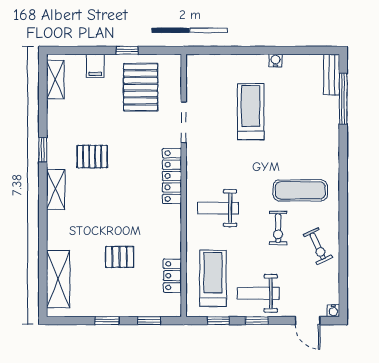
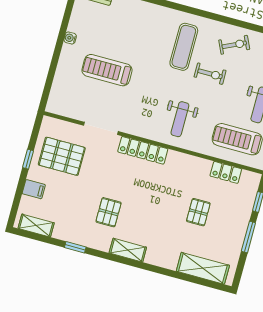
window: (43, 150) -> (75, 247), moved
window: (107, 321) -> (248, 237), width x1.50

